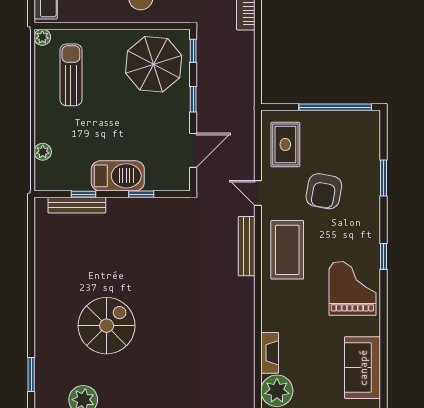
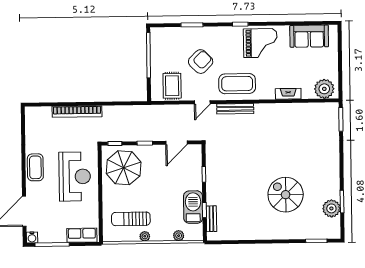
plant: (42, 37) -> (145, 236), moved
rug: (285, 145) -> (172, 86), turned 90
door: (193, 150) -> (176, 143), swing flipped
barbecue: (118, 176) -> (193, 207), moved
armchair: (324, 191) -> (201, 62), turned -55
bench: (77, 205) -> (211, 219), width x0.73
grand piano: (352, 288) -> (260, 43), turned 180
fireplace: (270, 353) -> (288, 94), moved

